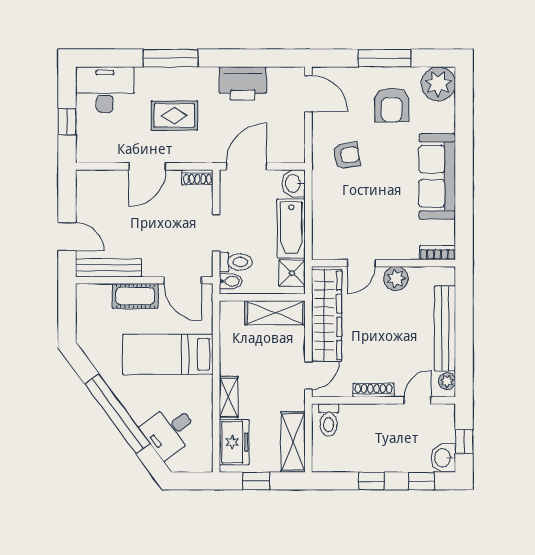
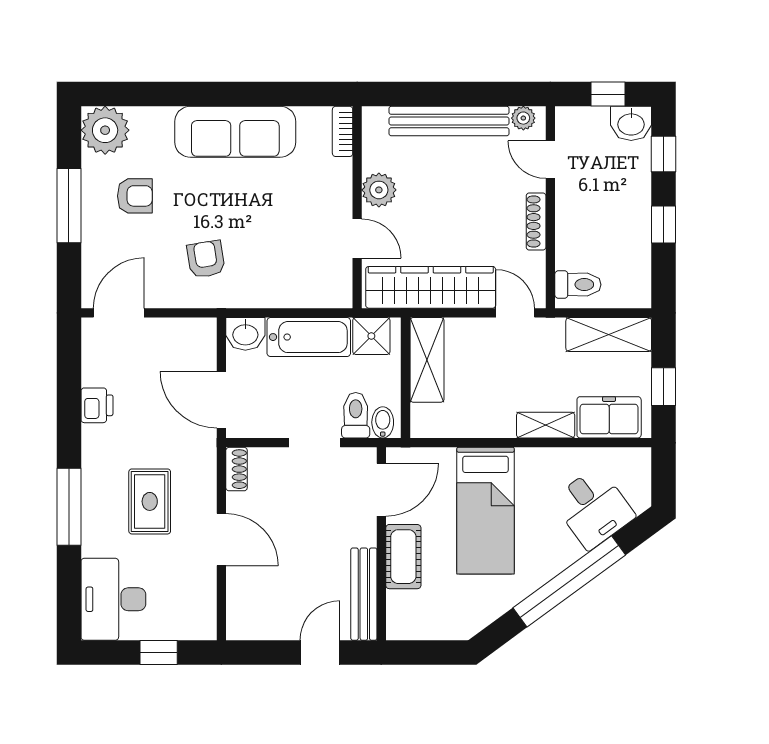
printer: (243, 83) -> (97, 405), width x0.53, depth x0.68
armchair: (392, 105) -> (135, 196), width x0.72, depth x0.72

